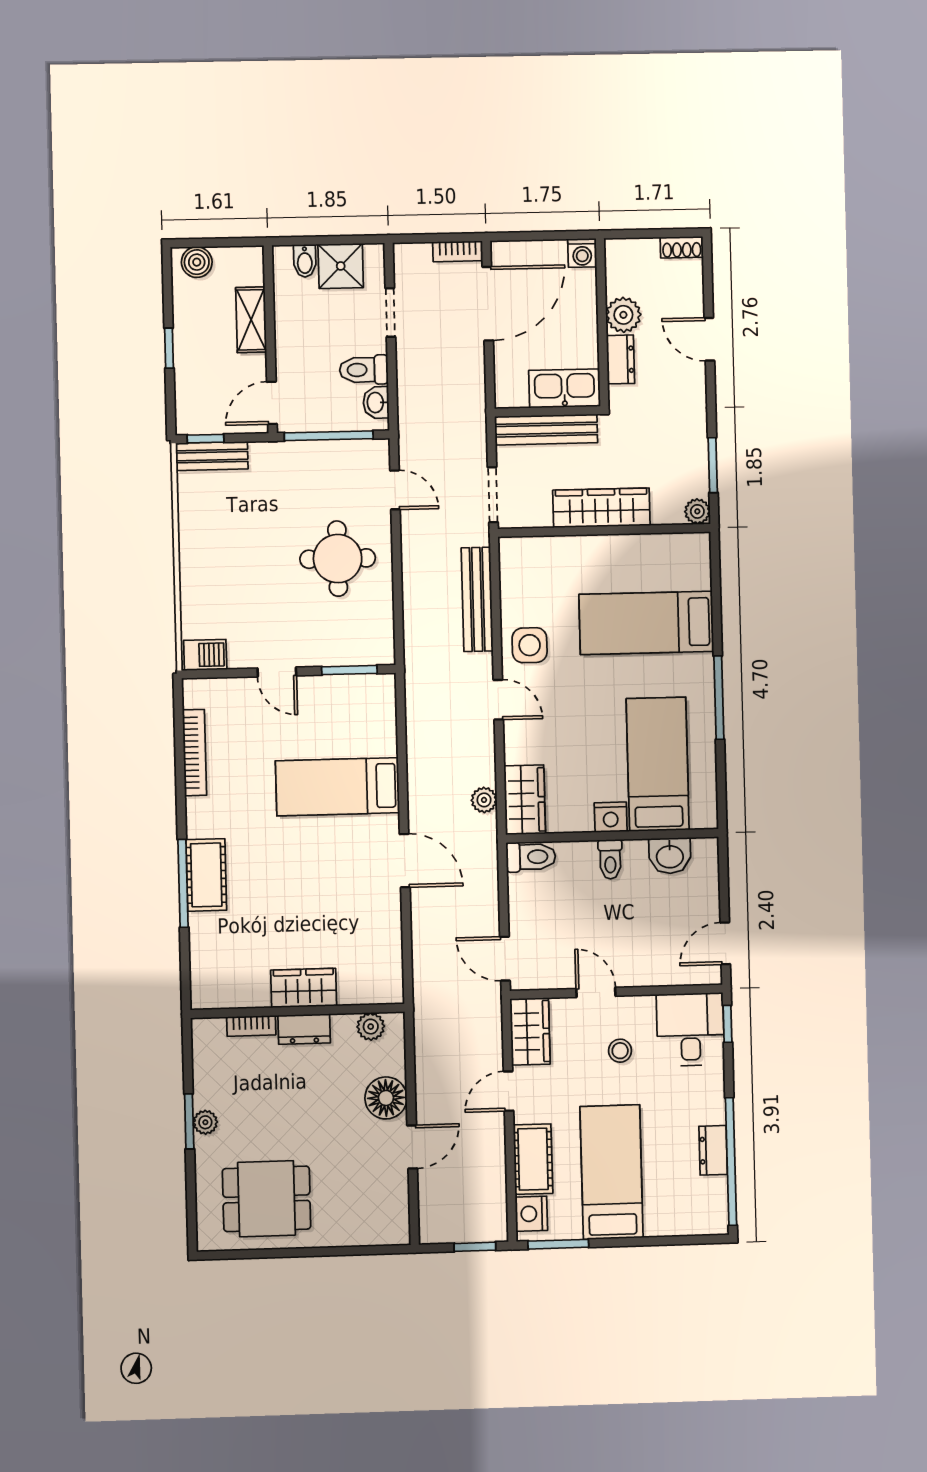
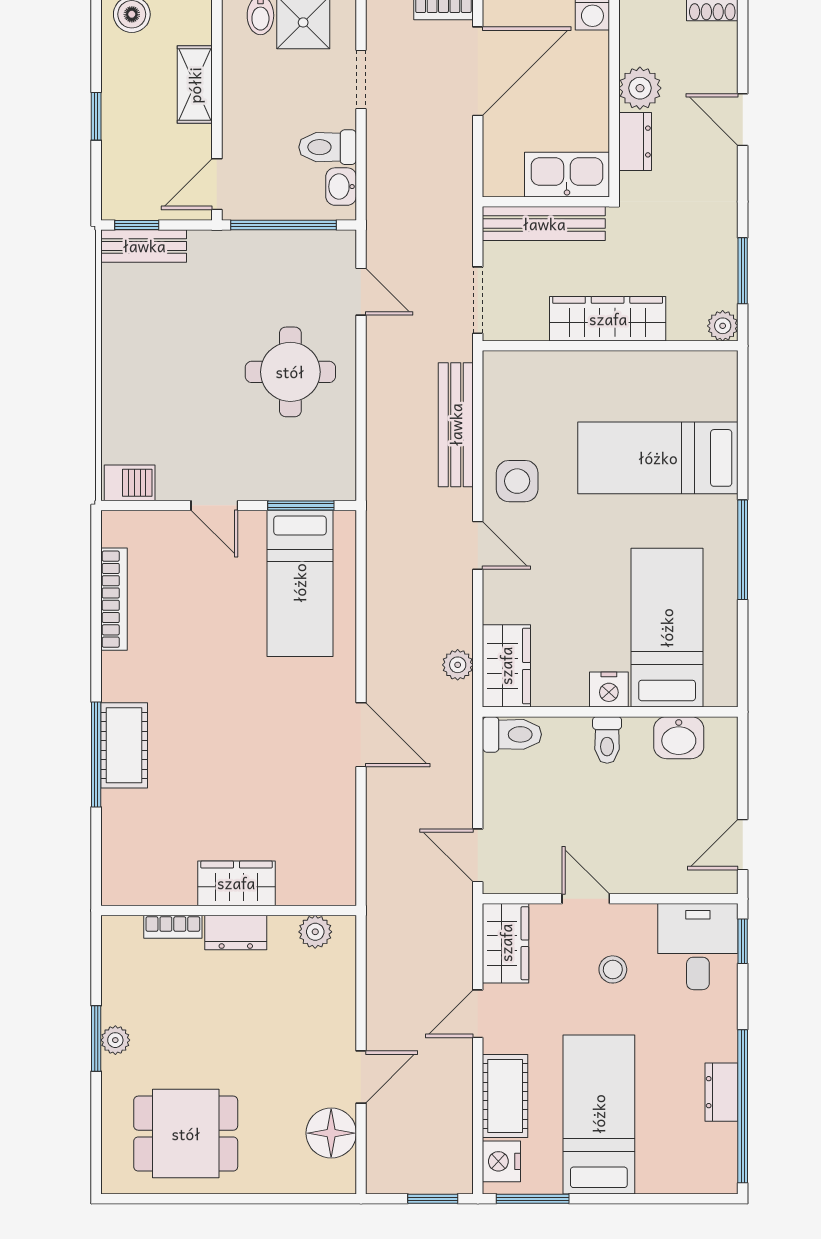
bed: (337, 787) -> (300, 583), moved, turned -90
floor lamp: (386, 1098) -> (331, 1133), moved

